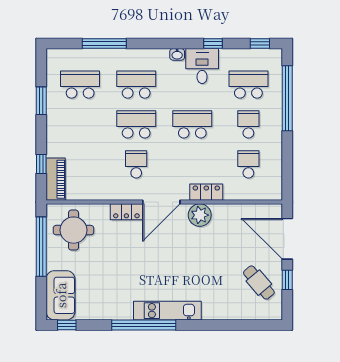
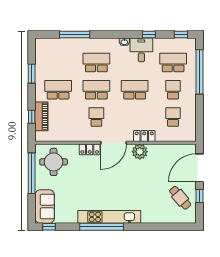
school desk: (80, 85) -> (58, 90), moved
piano: (56, 179) -> (41, 116), moved
door: (287, 239) -> (199, 168), hinge flipped
kitchen unit: (167, 311) -> (109, 217), width x1.36

